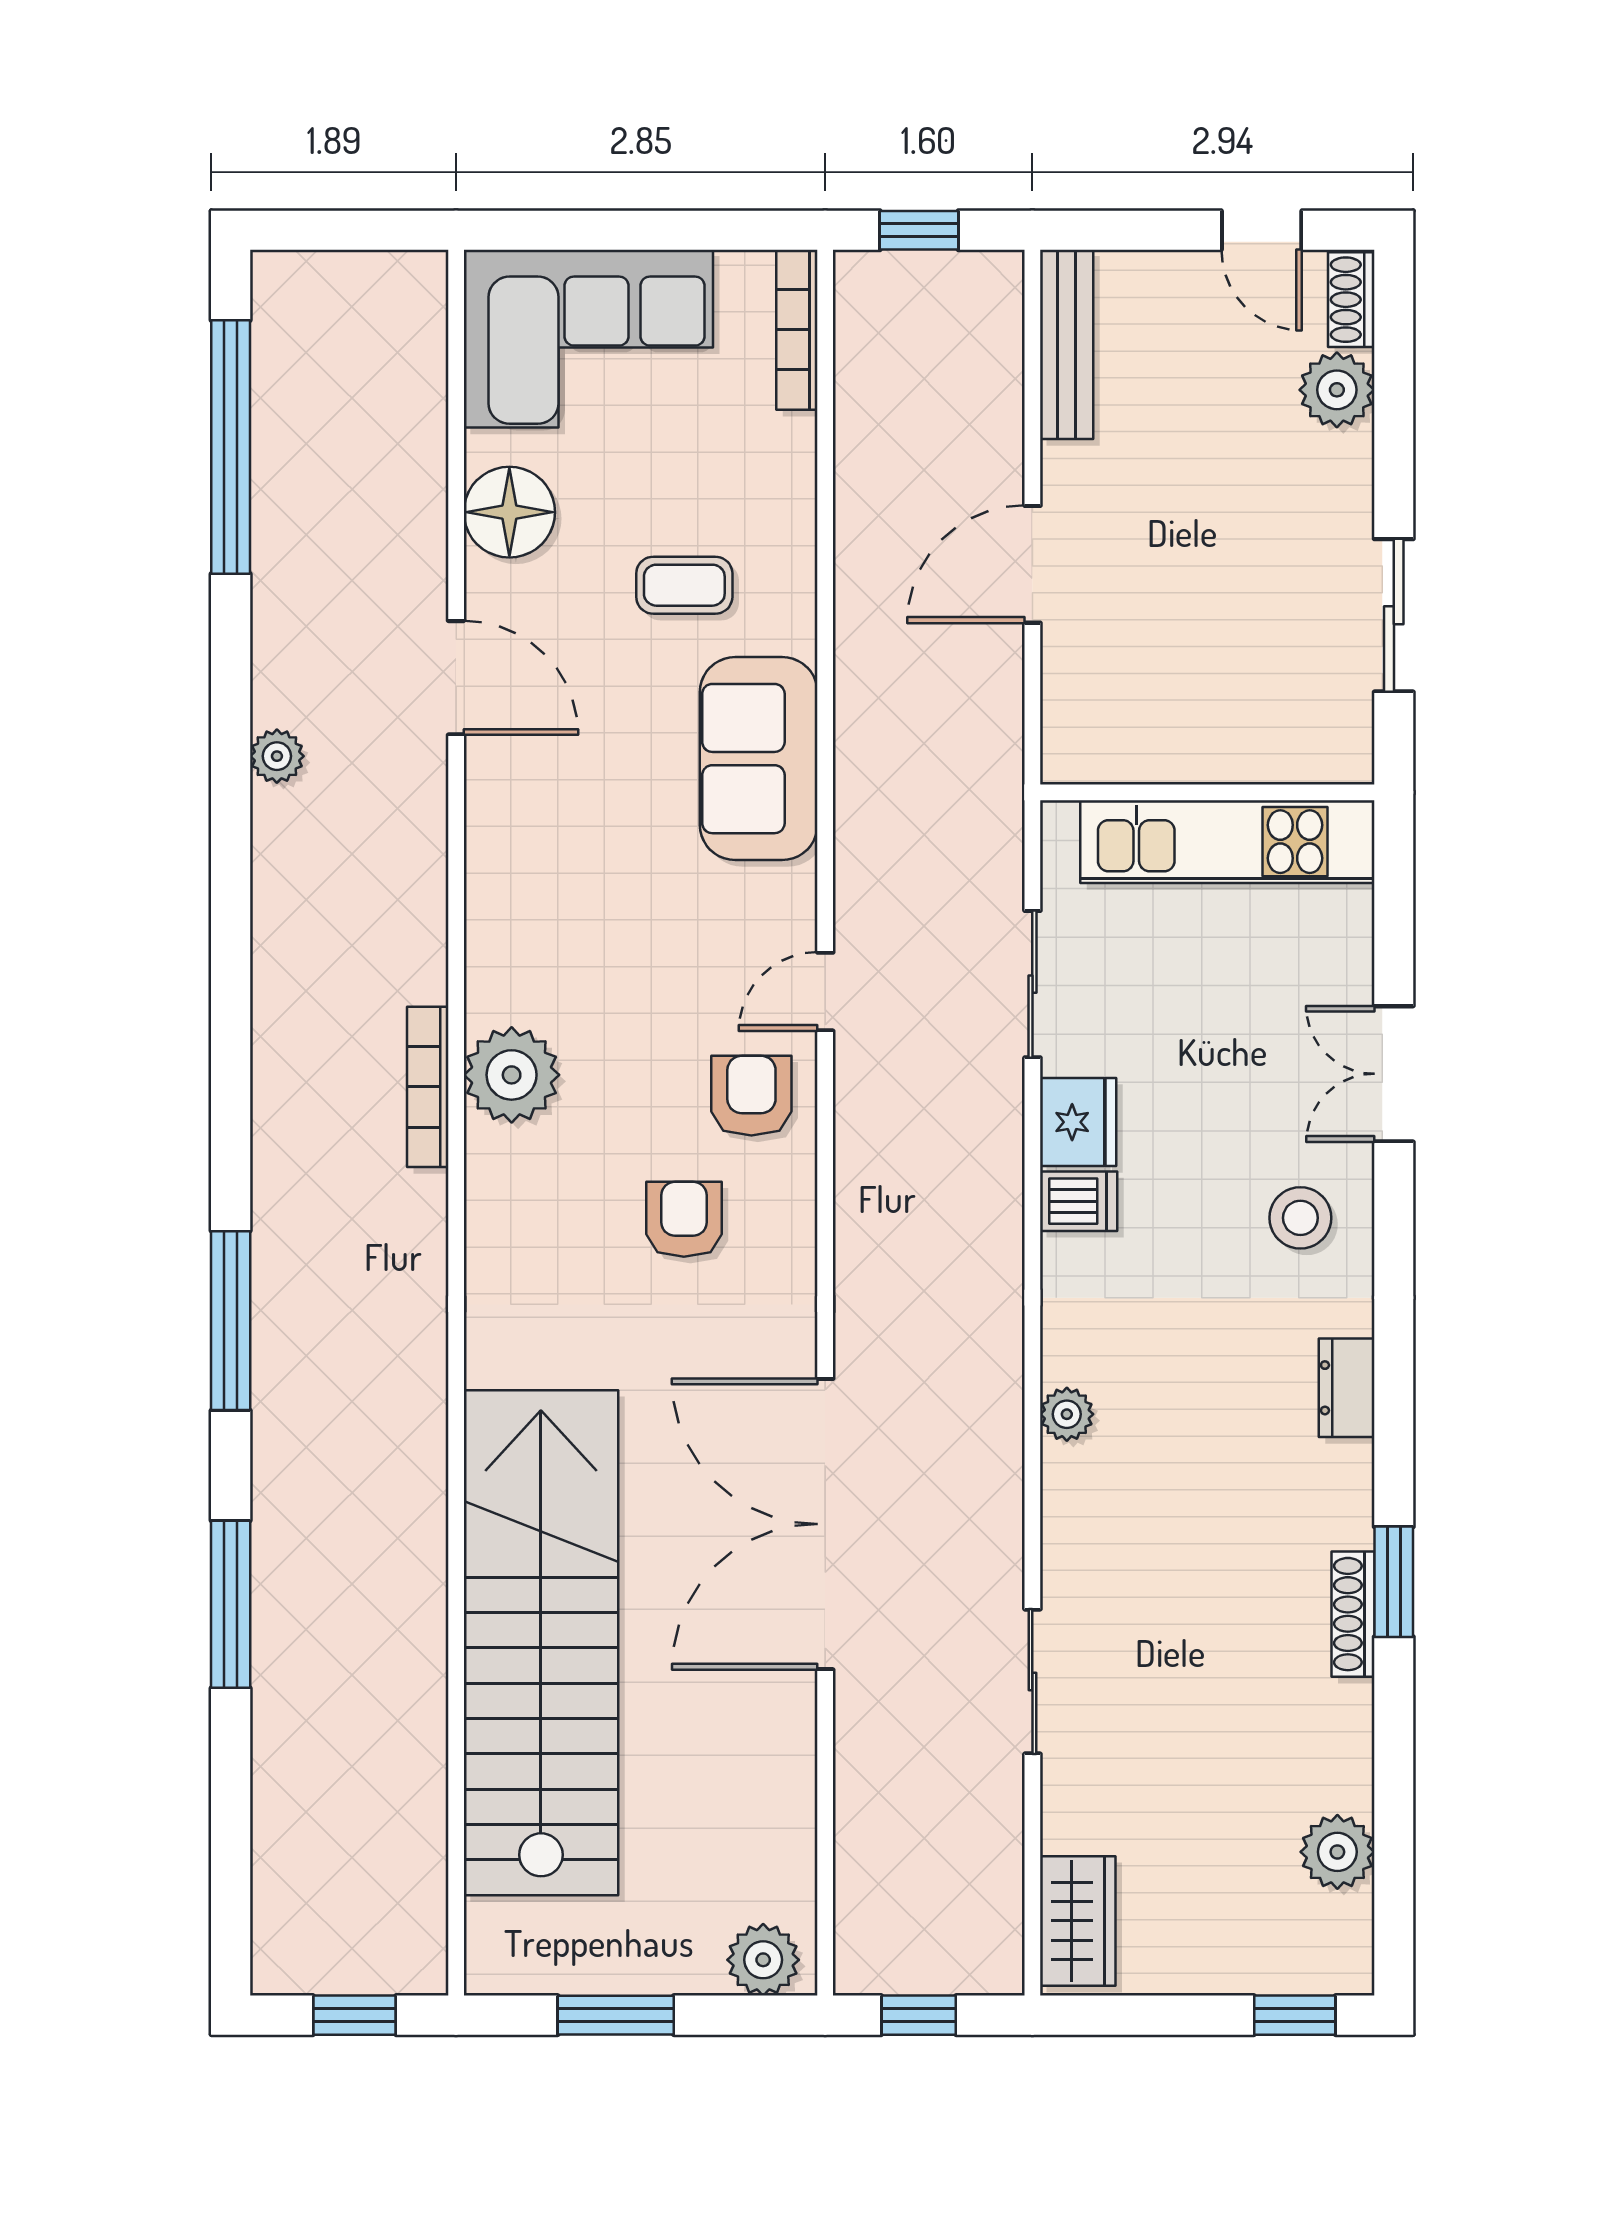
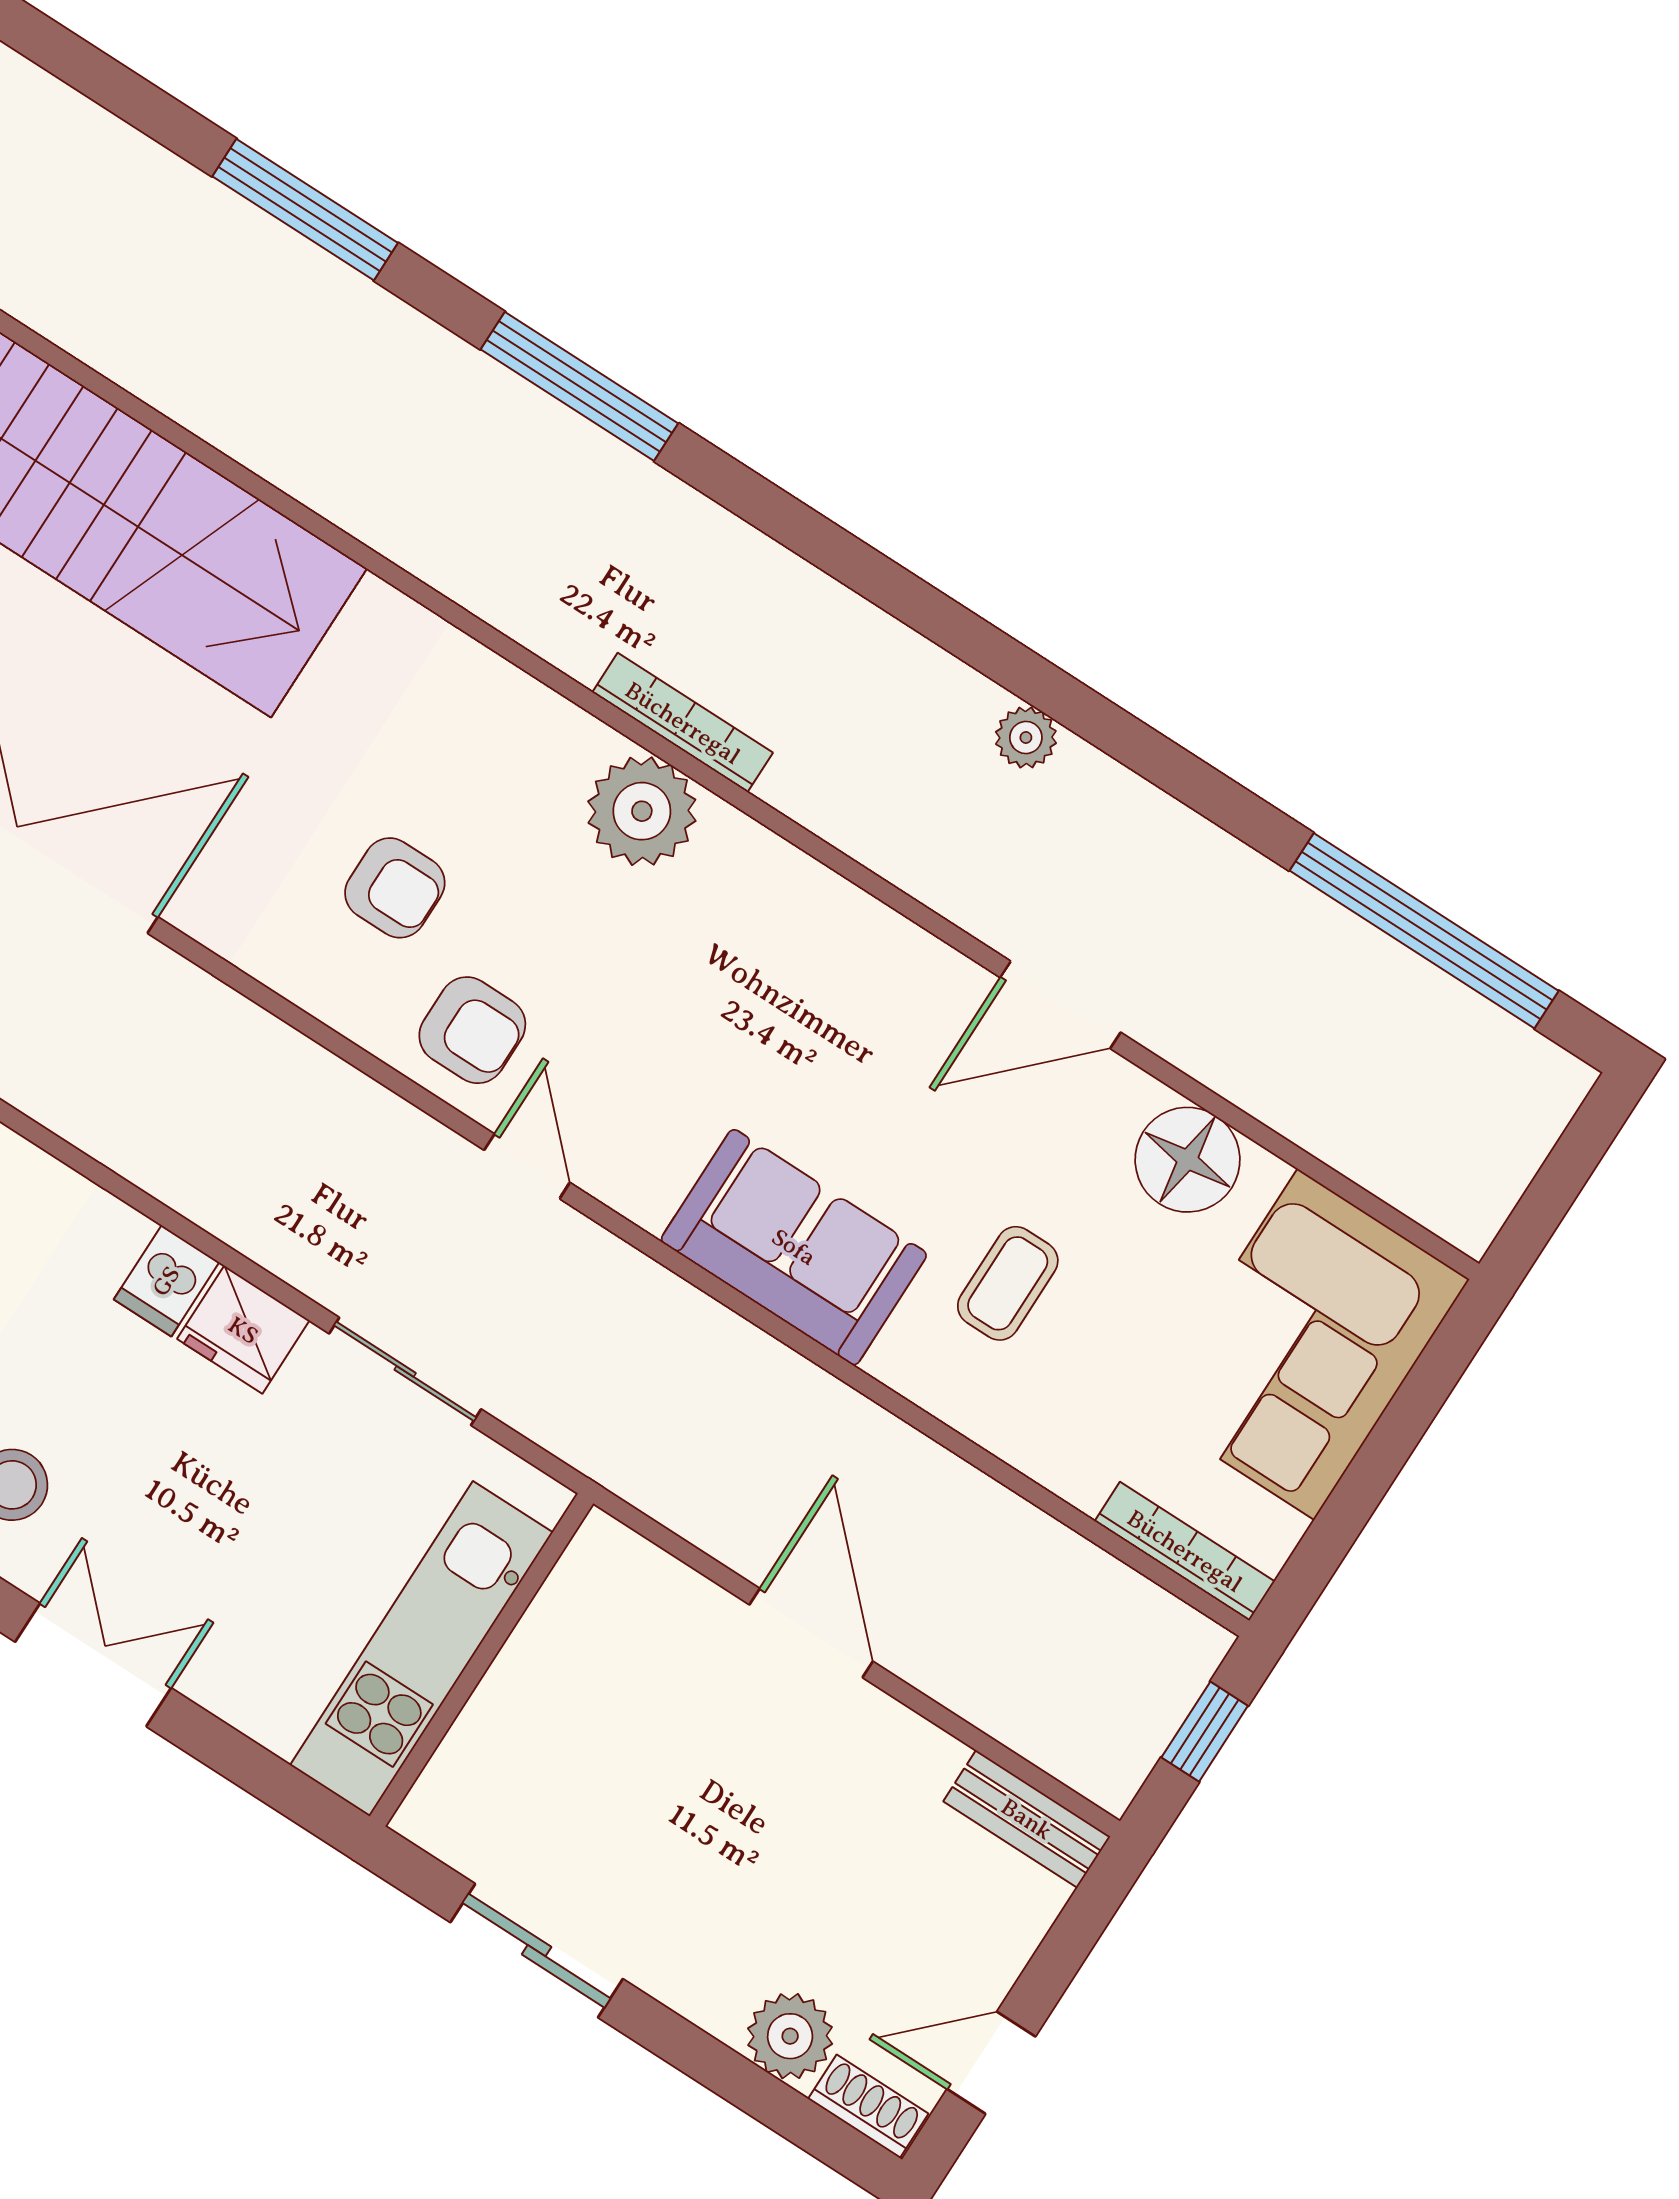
bench: (1067, 344) -> (1027, 1819), width x0.73
plant: (277, 756) -> (1026, 737), moved

